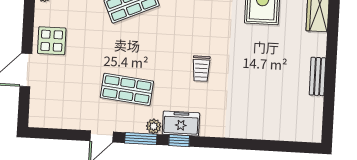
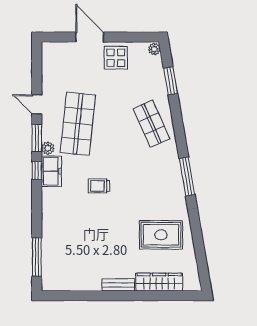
bench: (318, 76) -> (118, 285), moved
shop shelf: (127, 89) -> (78, 124), width x1.43, depth x1.36
window: (281, 146) -> (37, 257), added

